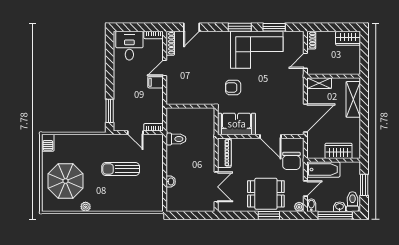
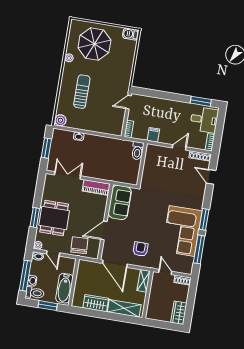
window: (274, 27) -> (199, 249), width x1.44
door: (165, 68) -> (179, 147), hinge flipped
filing cabinet: (155, 82) -> (153, 135), moved
armchair: (233, 87) -> (140, 249), moved
window: (110, 111) -> (201, 101), moved
door: (135, 133) -> (128, 102), moved
toilet: (176, 139) -> (137, 151), moved
wardrobe: (339, 151) -> (96, 303), moved, turned -90
chair: (291, 161) -> (79, 245), turned 87
sun lounger: (121, 169) -> (82, 92), moved
bathtub: (323, 170) -> (64, 288), moved
double door: (216, 187) -> (67, 175), swing flipped
plant: (156, 205) -> (60, 120), added
window: (190, 215) -> (46, 148), added

